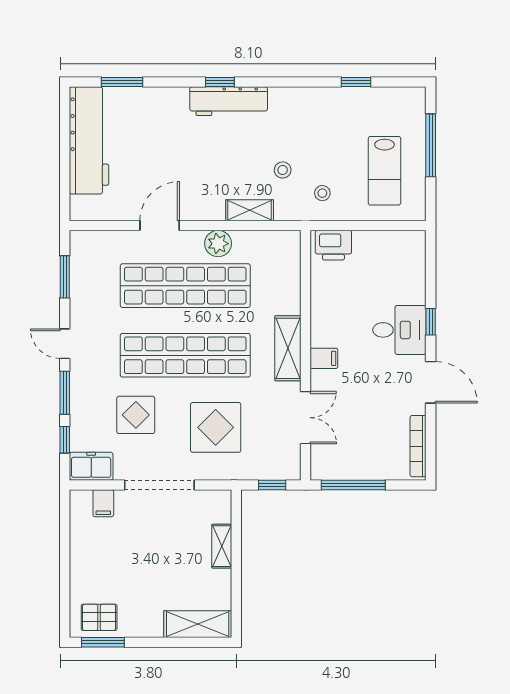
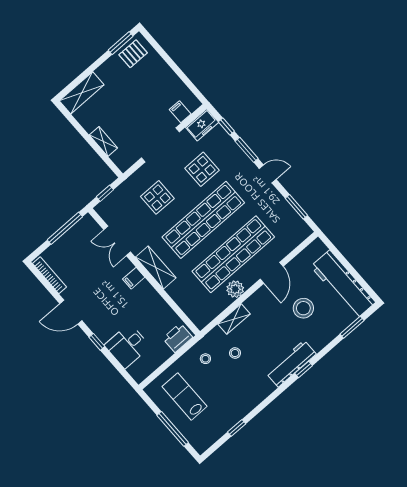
stool: (159, 153) -> (303, 308), added
desk: (399, 330) -> (127, 346), moved
display table: (216, 427) -> (157, 197), width x0.73, depth x0.73

